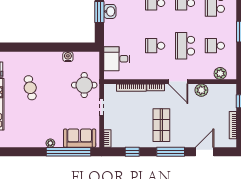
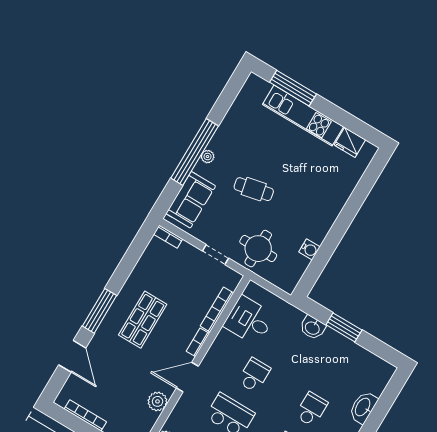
washbasin: (110, 11) -> (313, 328), moved
desk: (117, 59) -> (249, 320), moved, turned -90
cafe table: (30, 88) -> (254, 189), moved
shop shelf: (161, 125) -> (143, 320), turned 90
window: (68, 152) -> (195, 152), moved
window: (132, 152) -> (130, 259), removed

